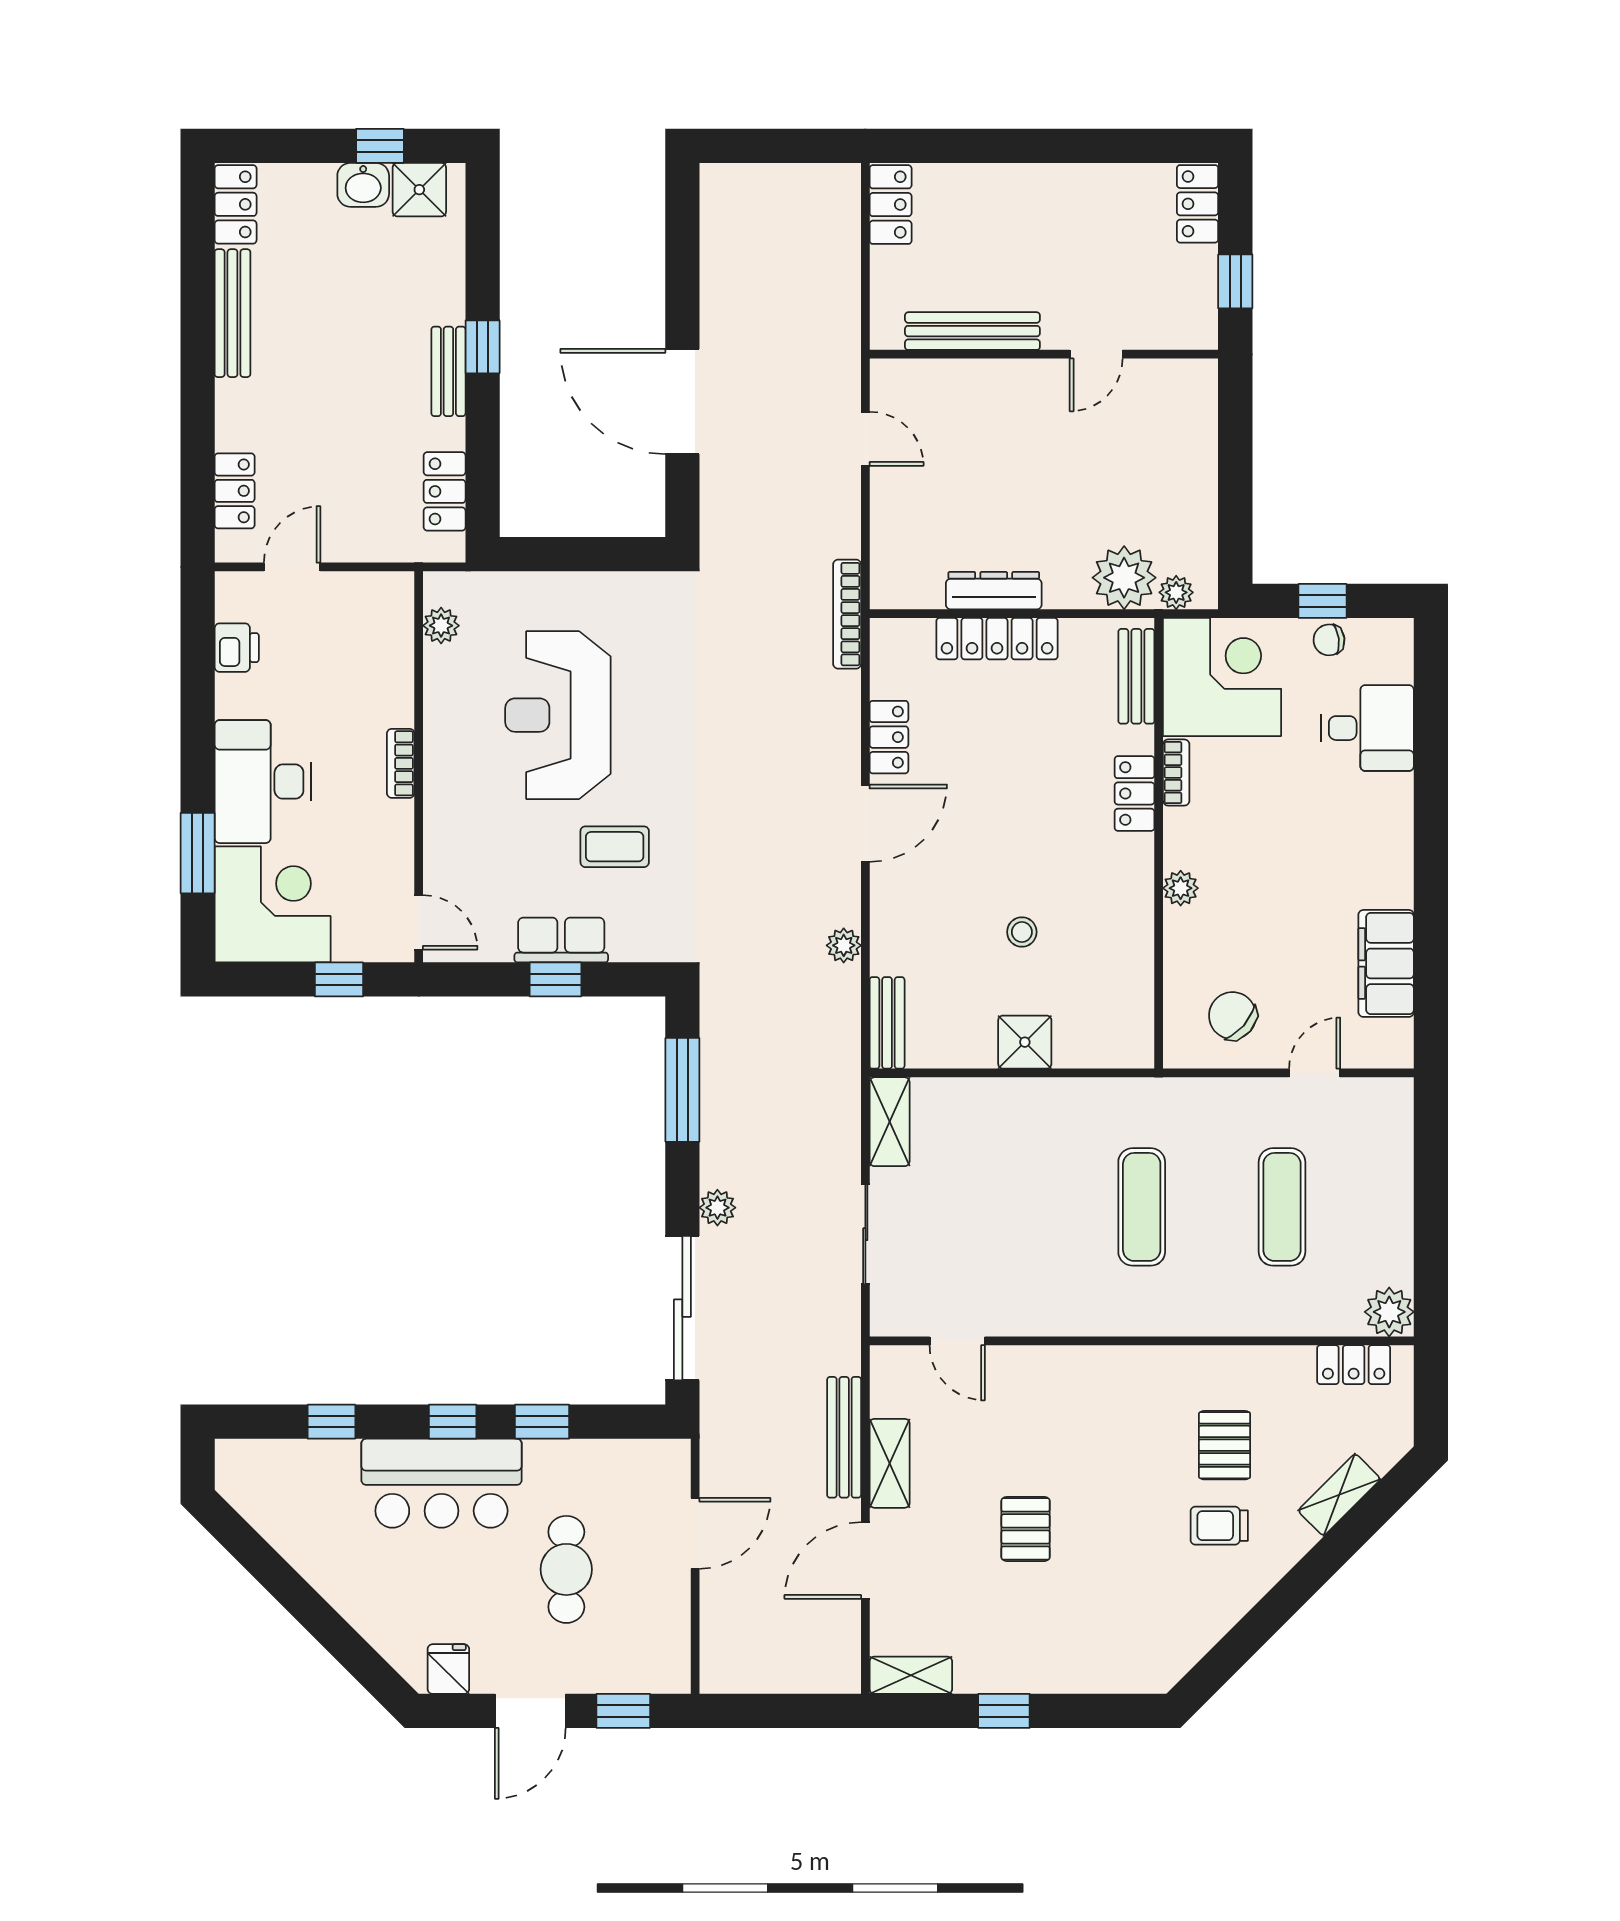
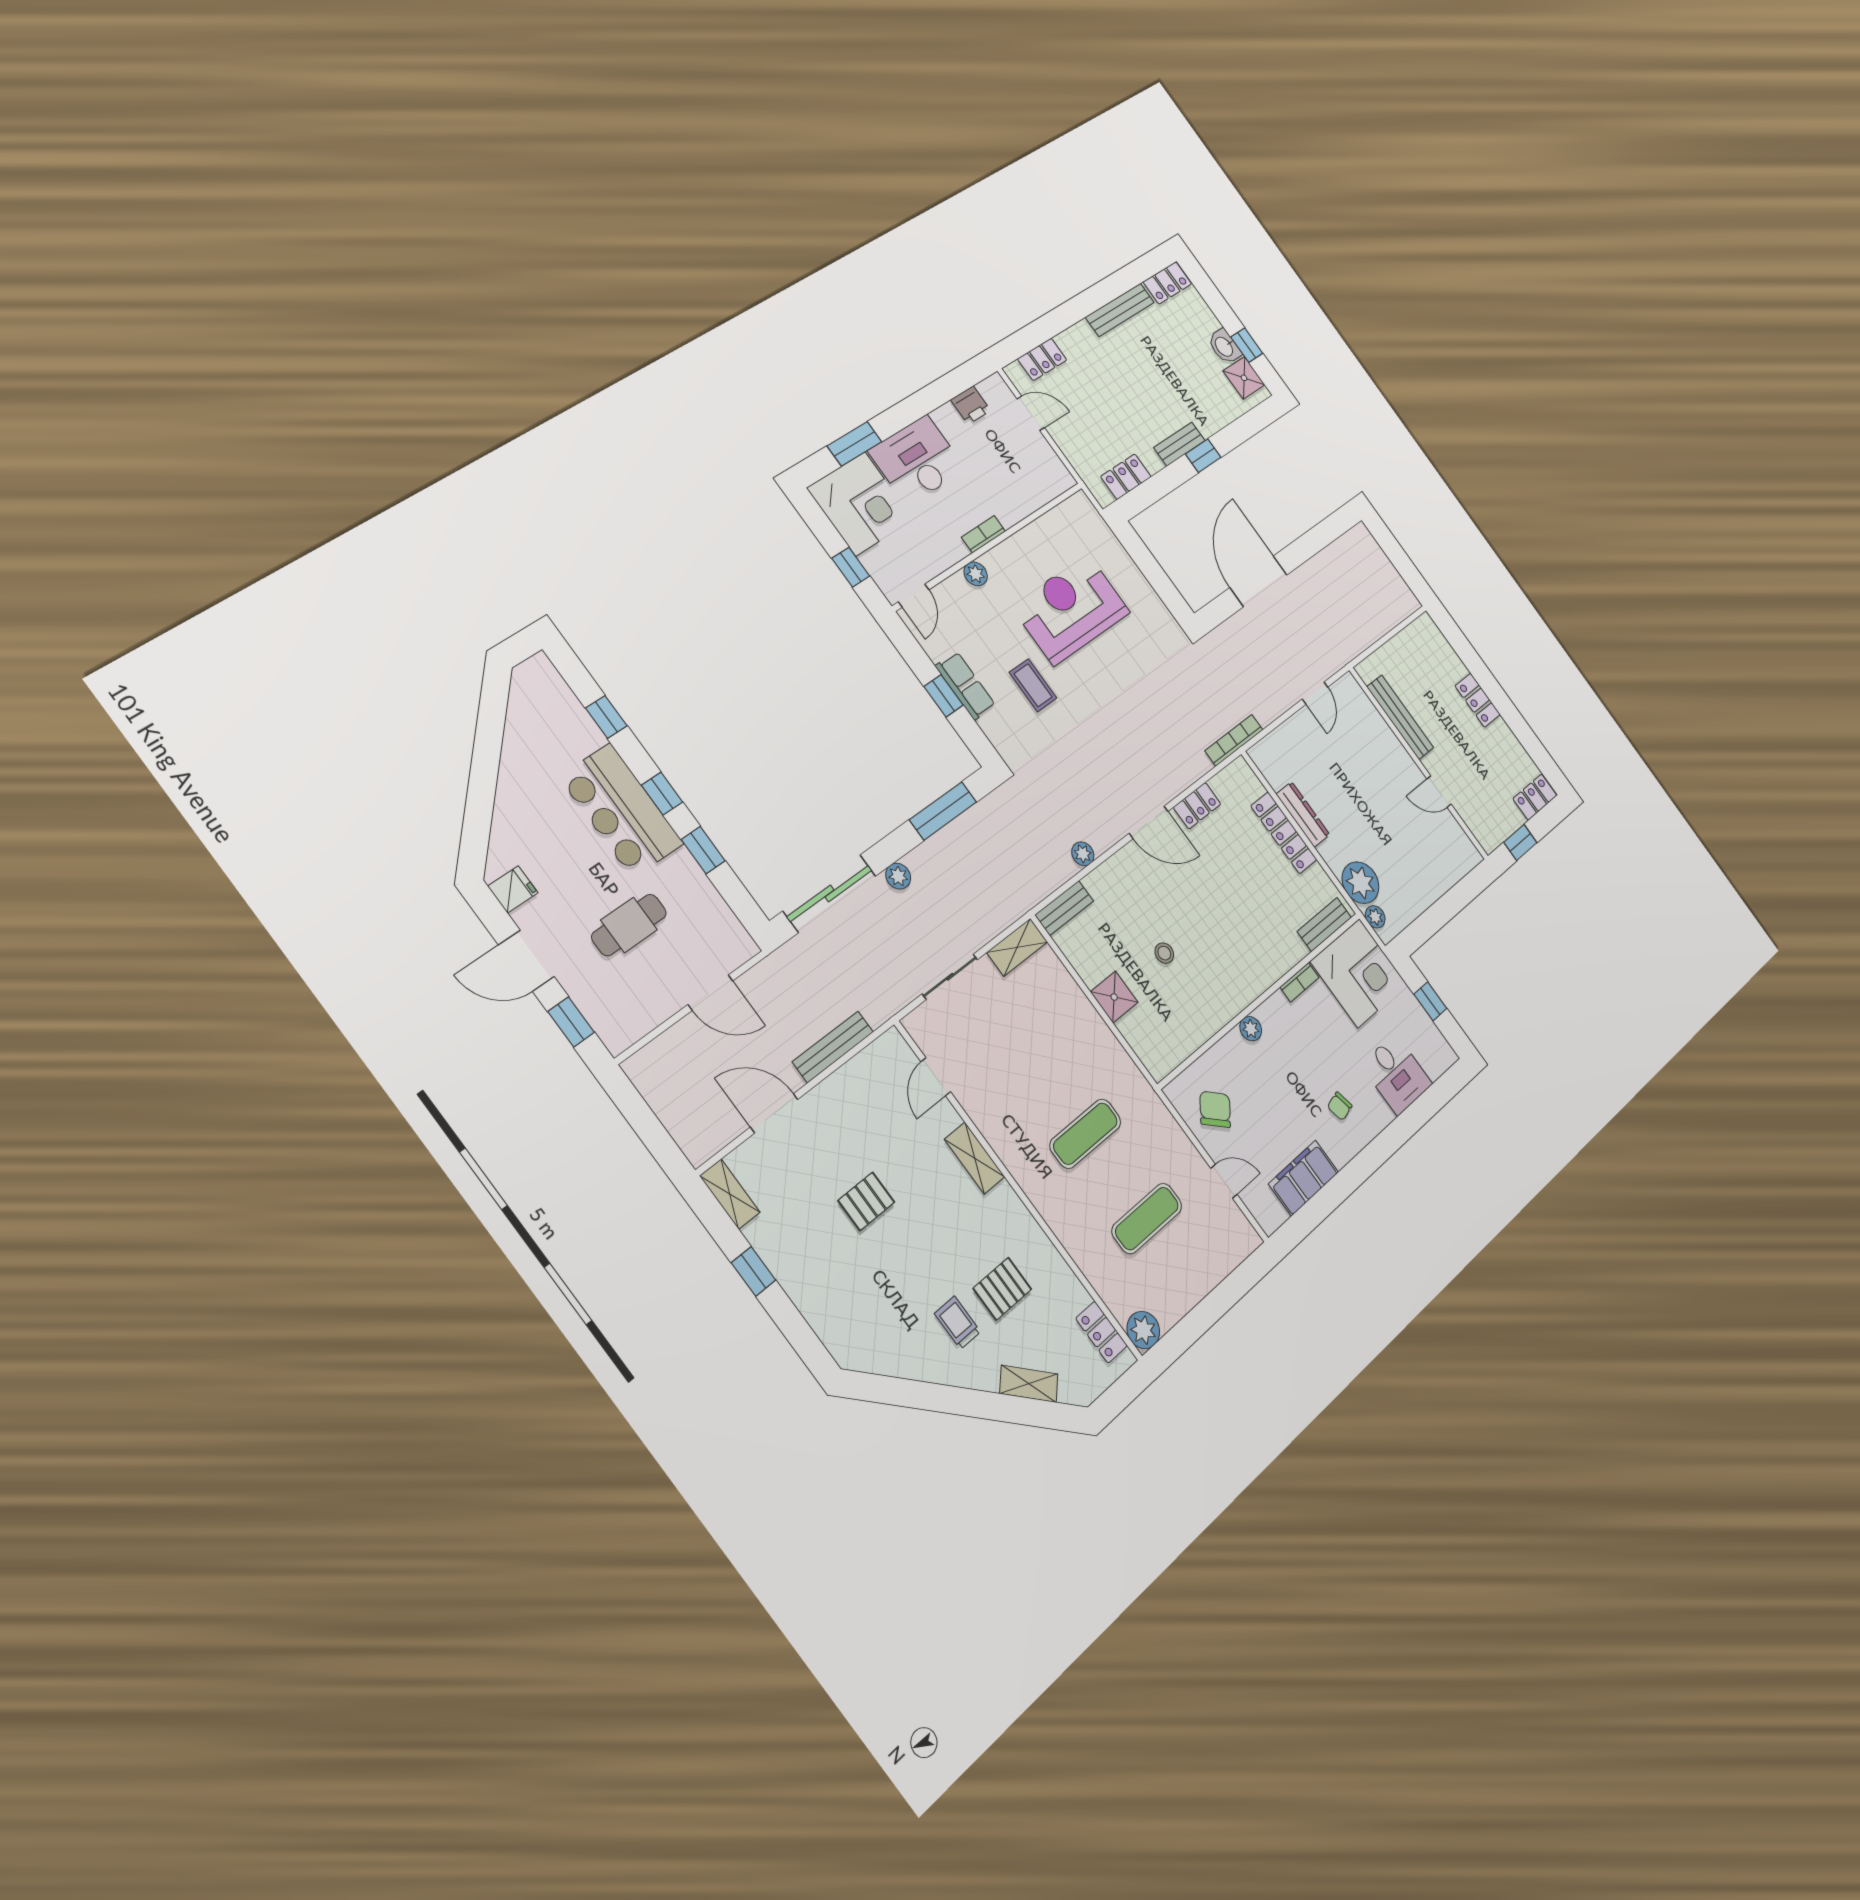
locker: (891, 205) -> (1478, 700), moved, turned 90
plant: (441, 626) -> (976, 574), moved
chair: (1329, 640) -> (1340, 1106), moved, turned -96
locker: (1135, 793) -> (1273, 966), removed
shelving: (890, 1463) -> (975, 1158), moved, turned 90

